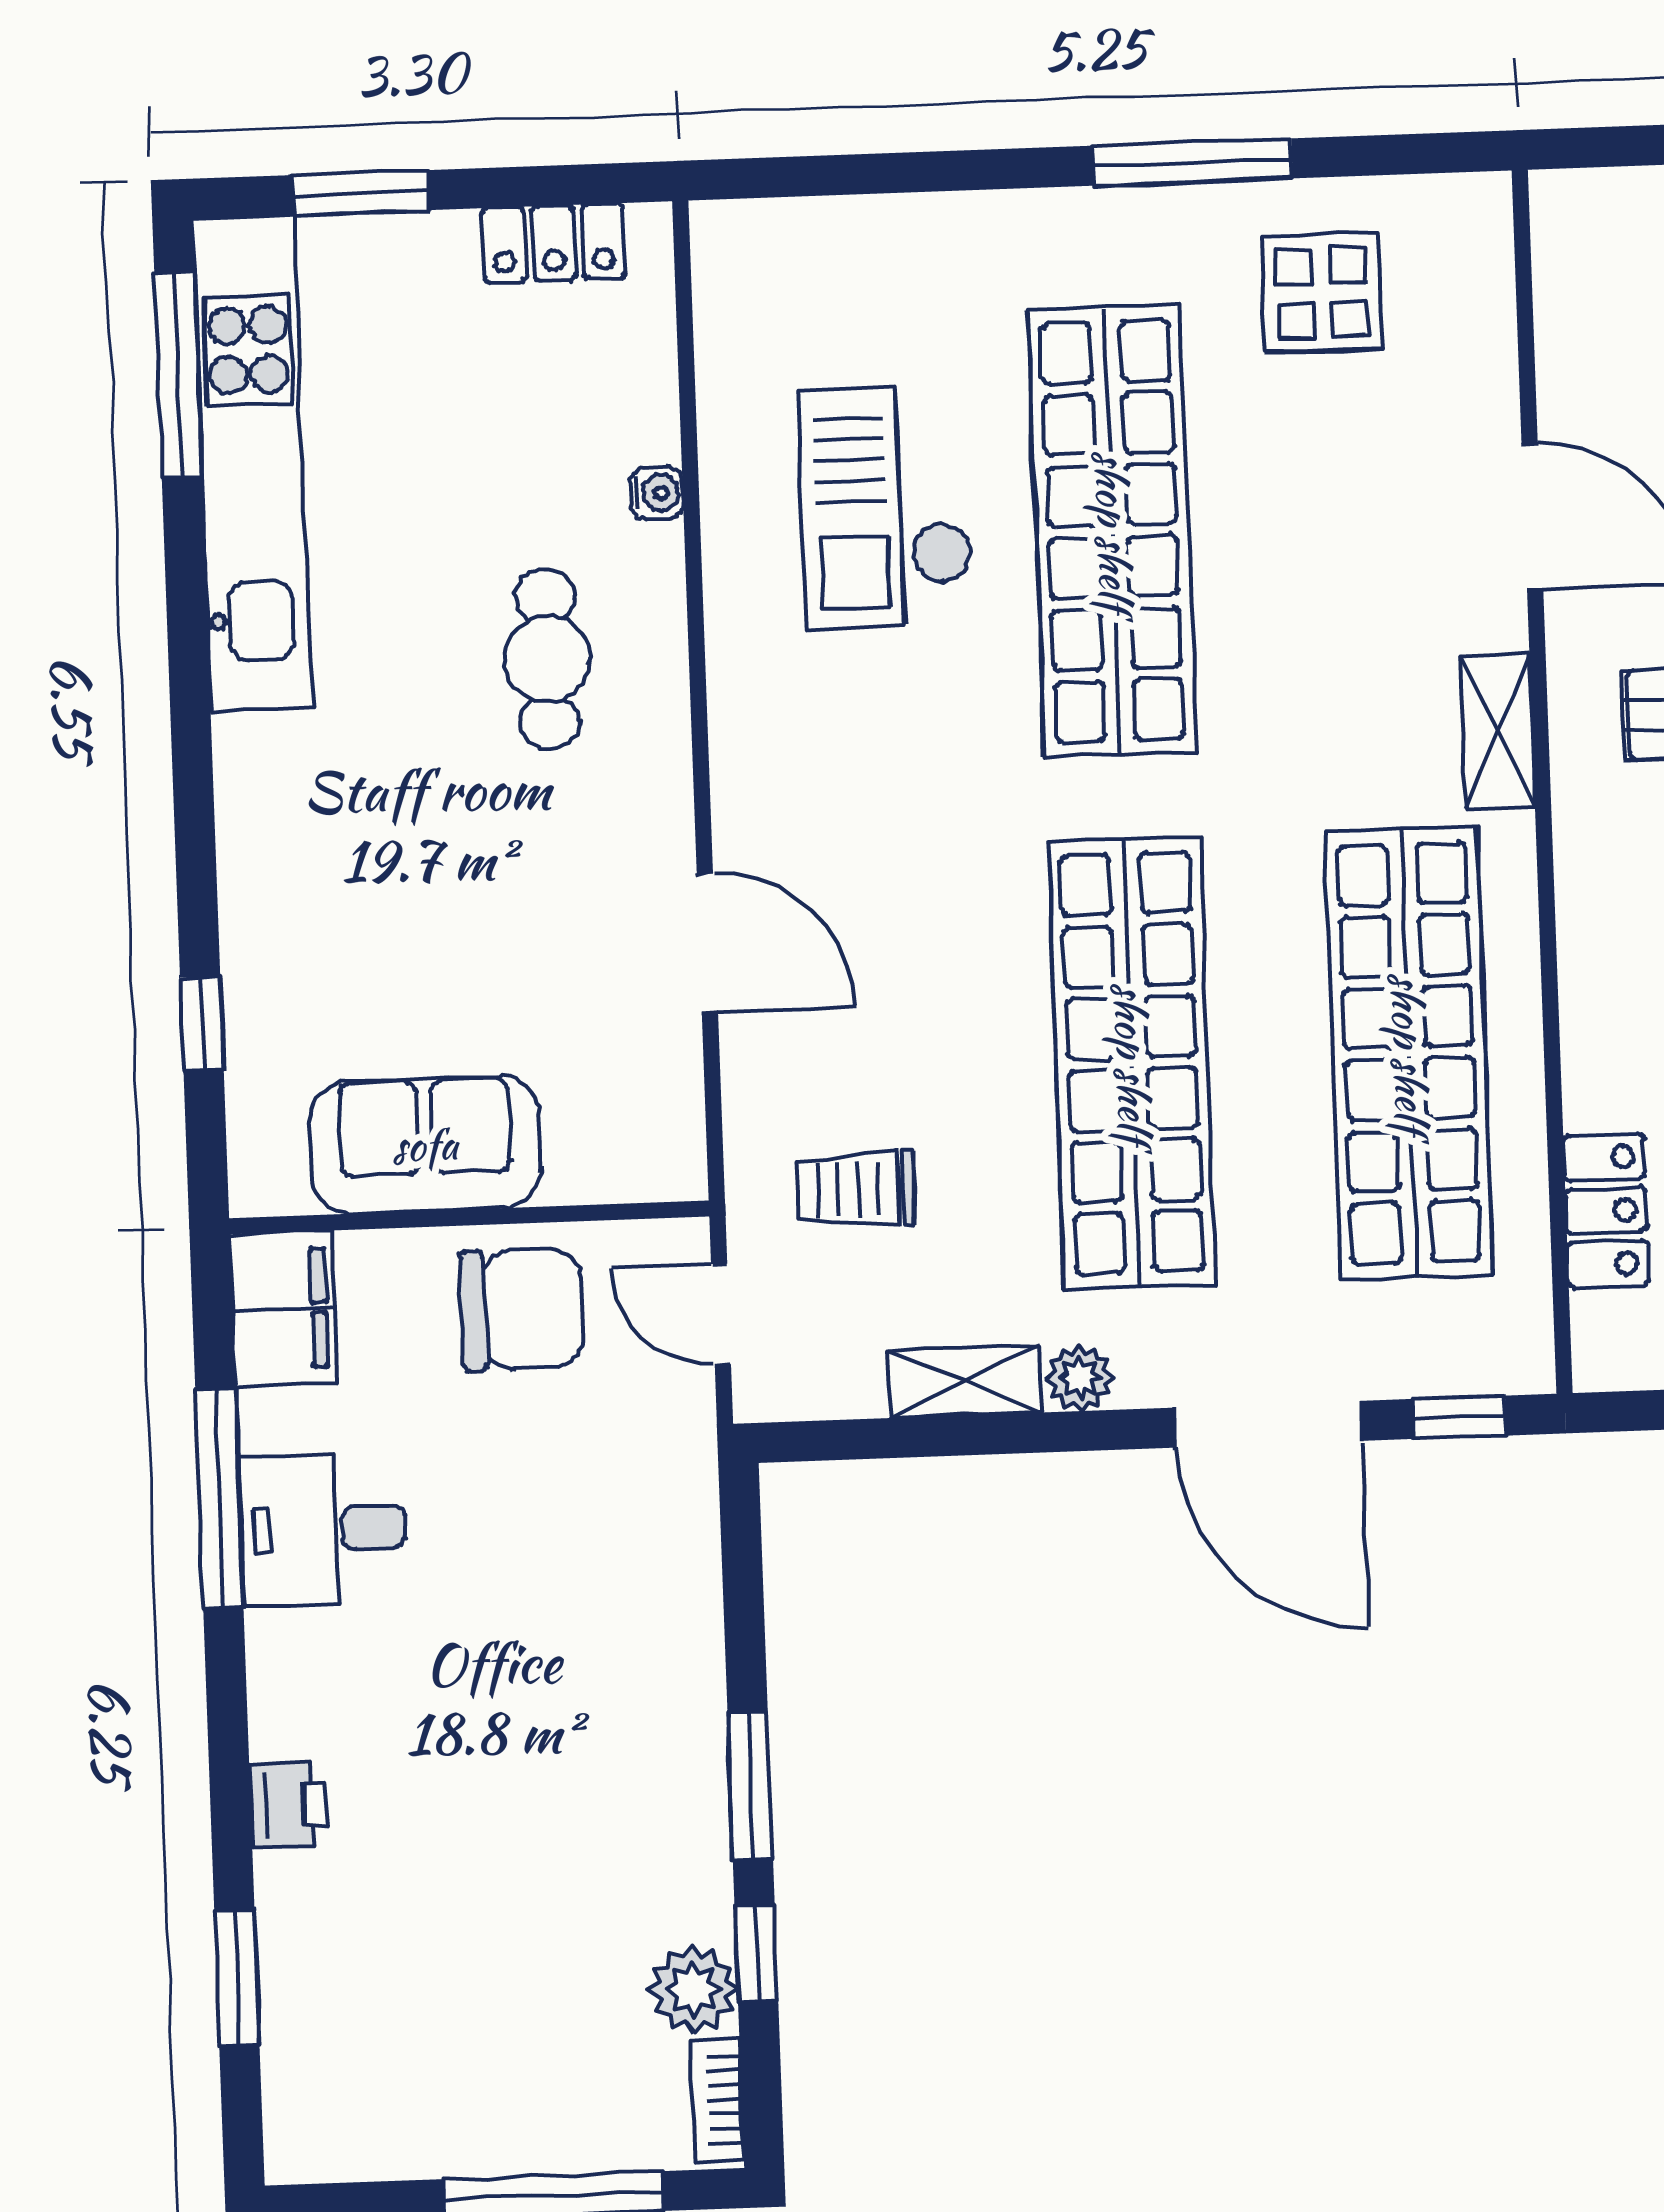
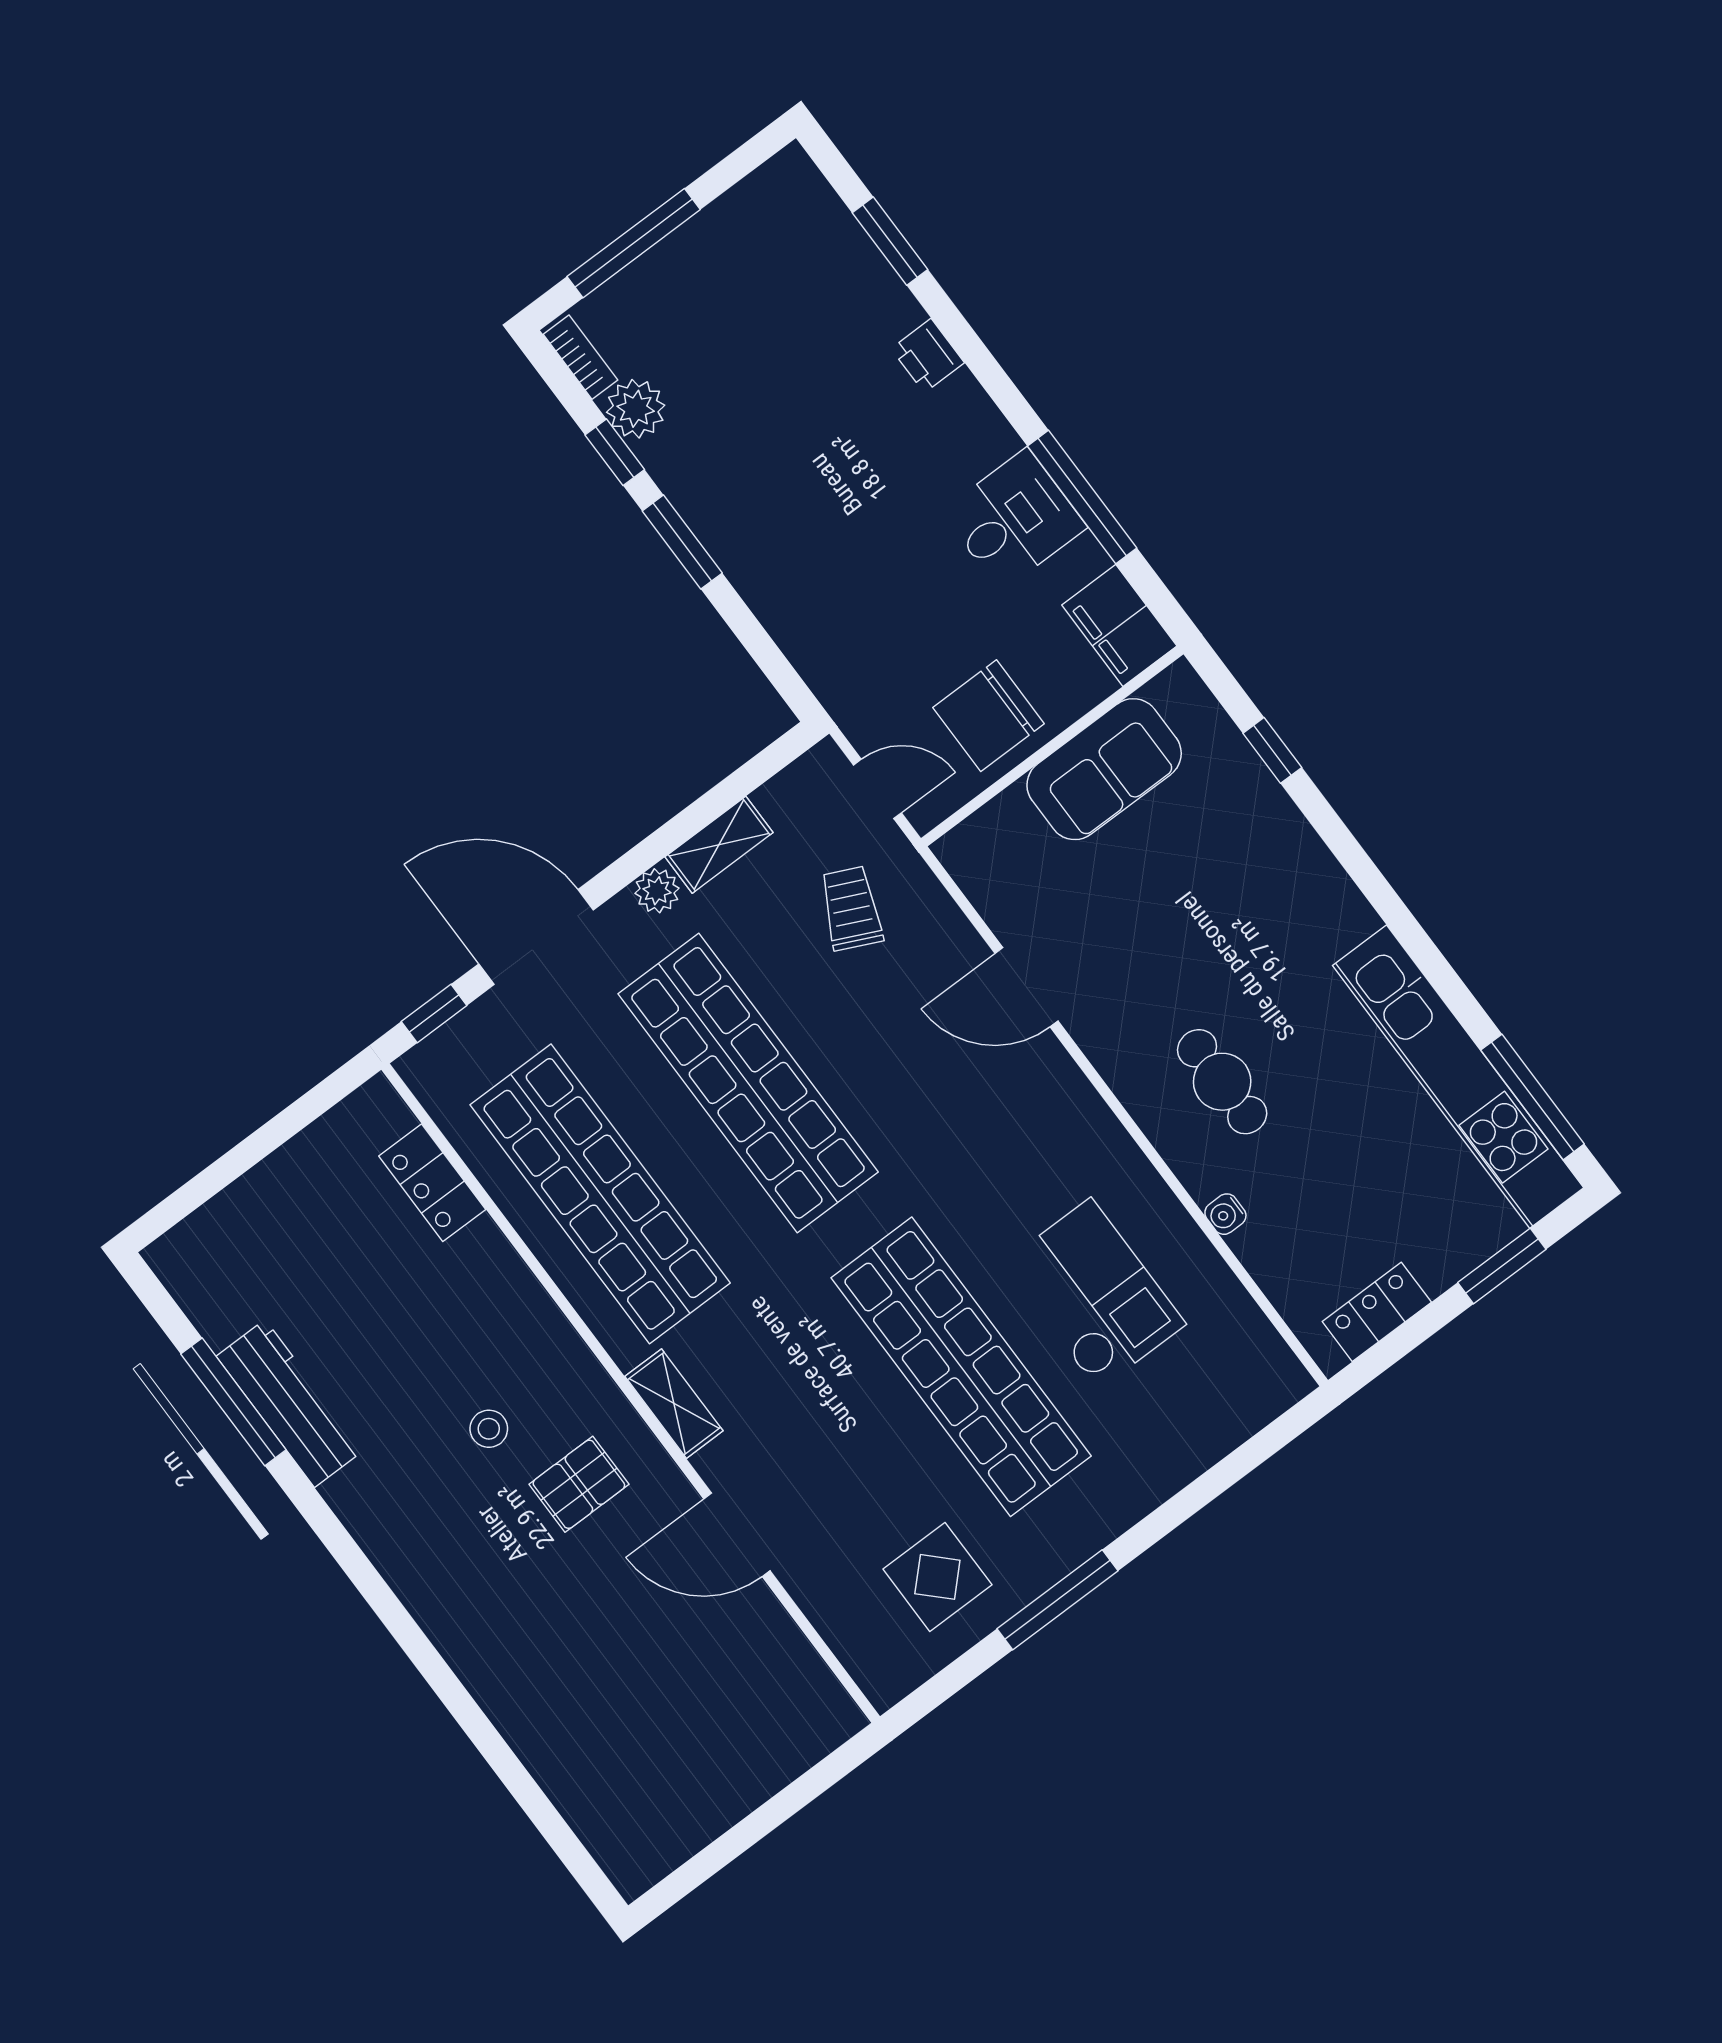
trolley: (856, 1190) -> (851, 908), turned -65

